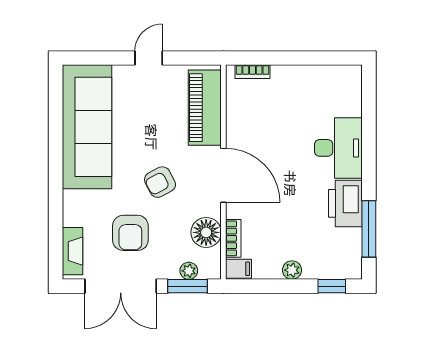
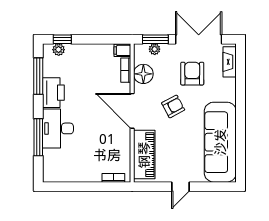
window: (369, 134) -> (38, 137), added
plant: (292, 270) -> (59, 50), moved

